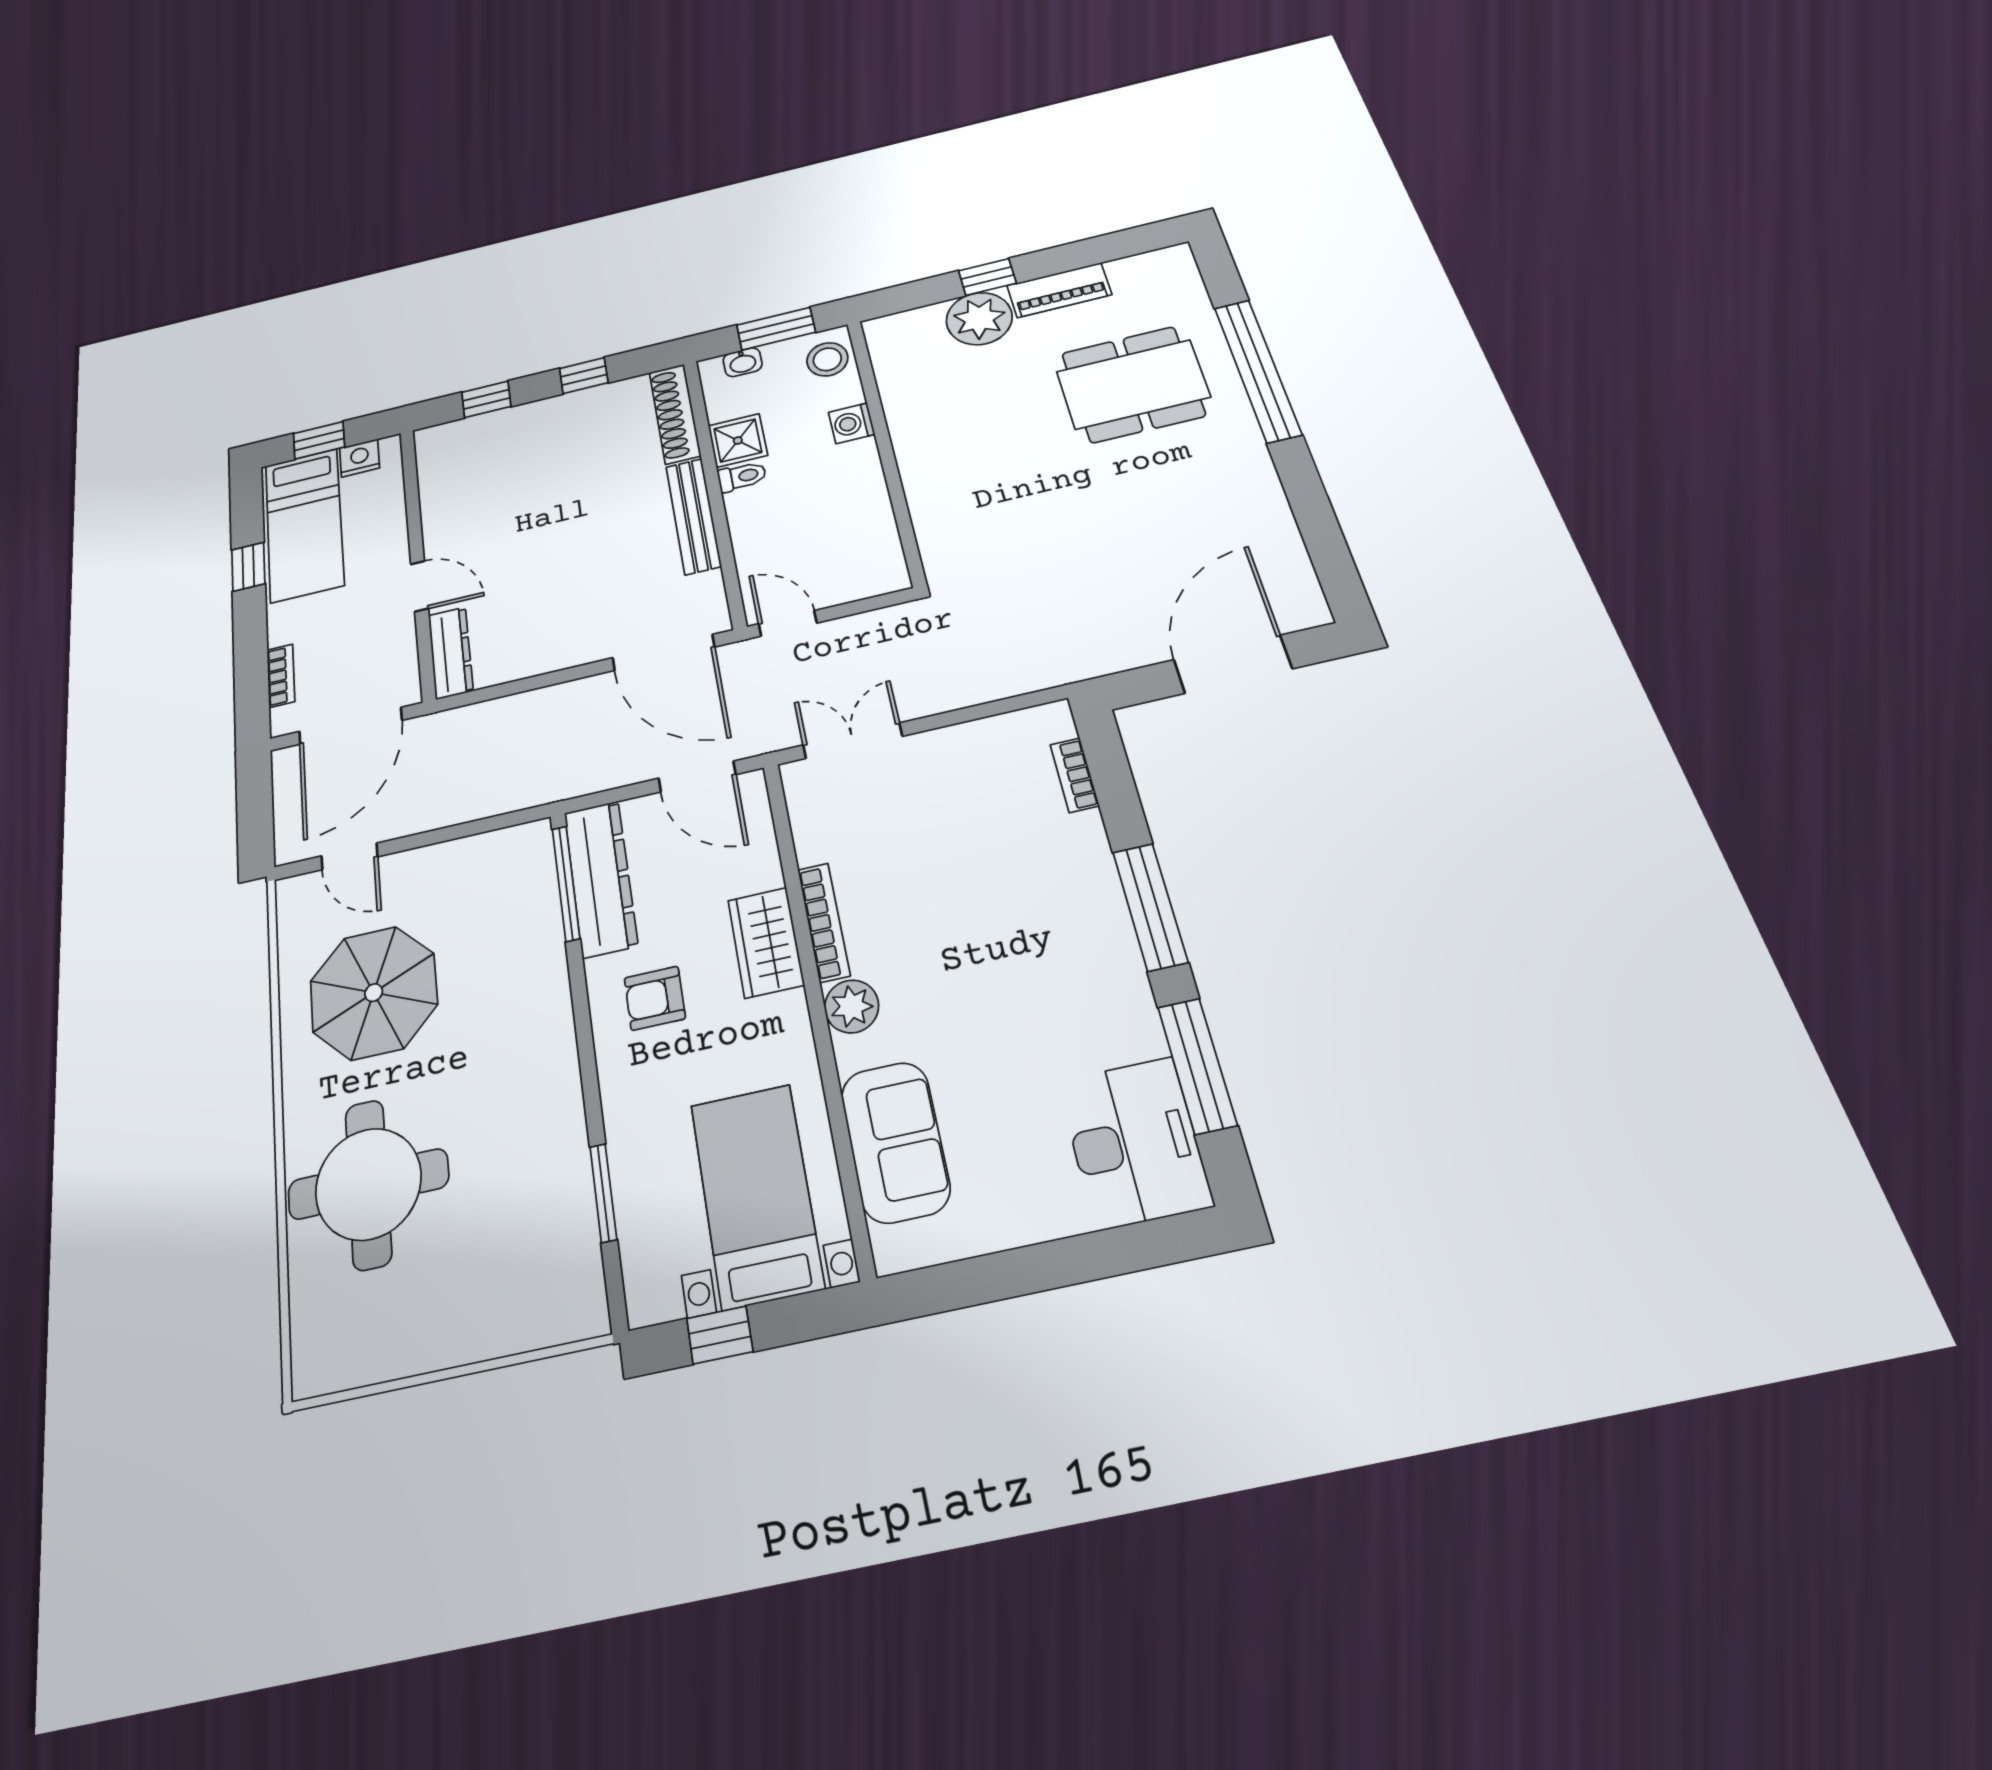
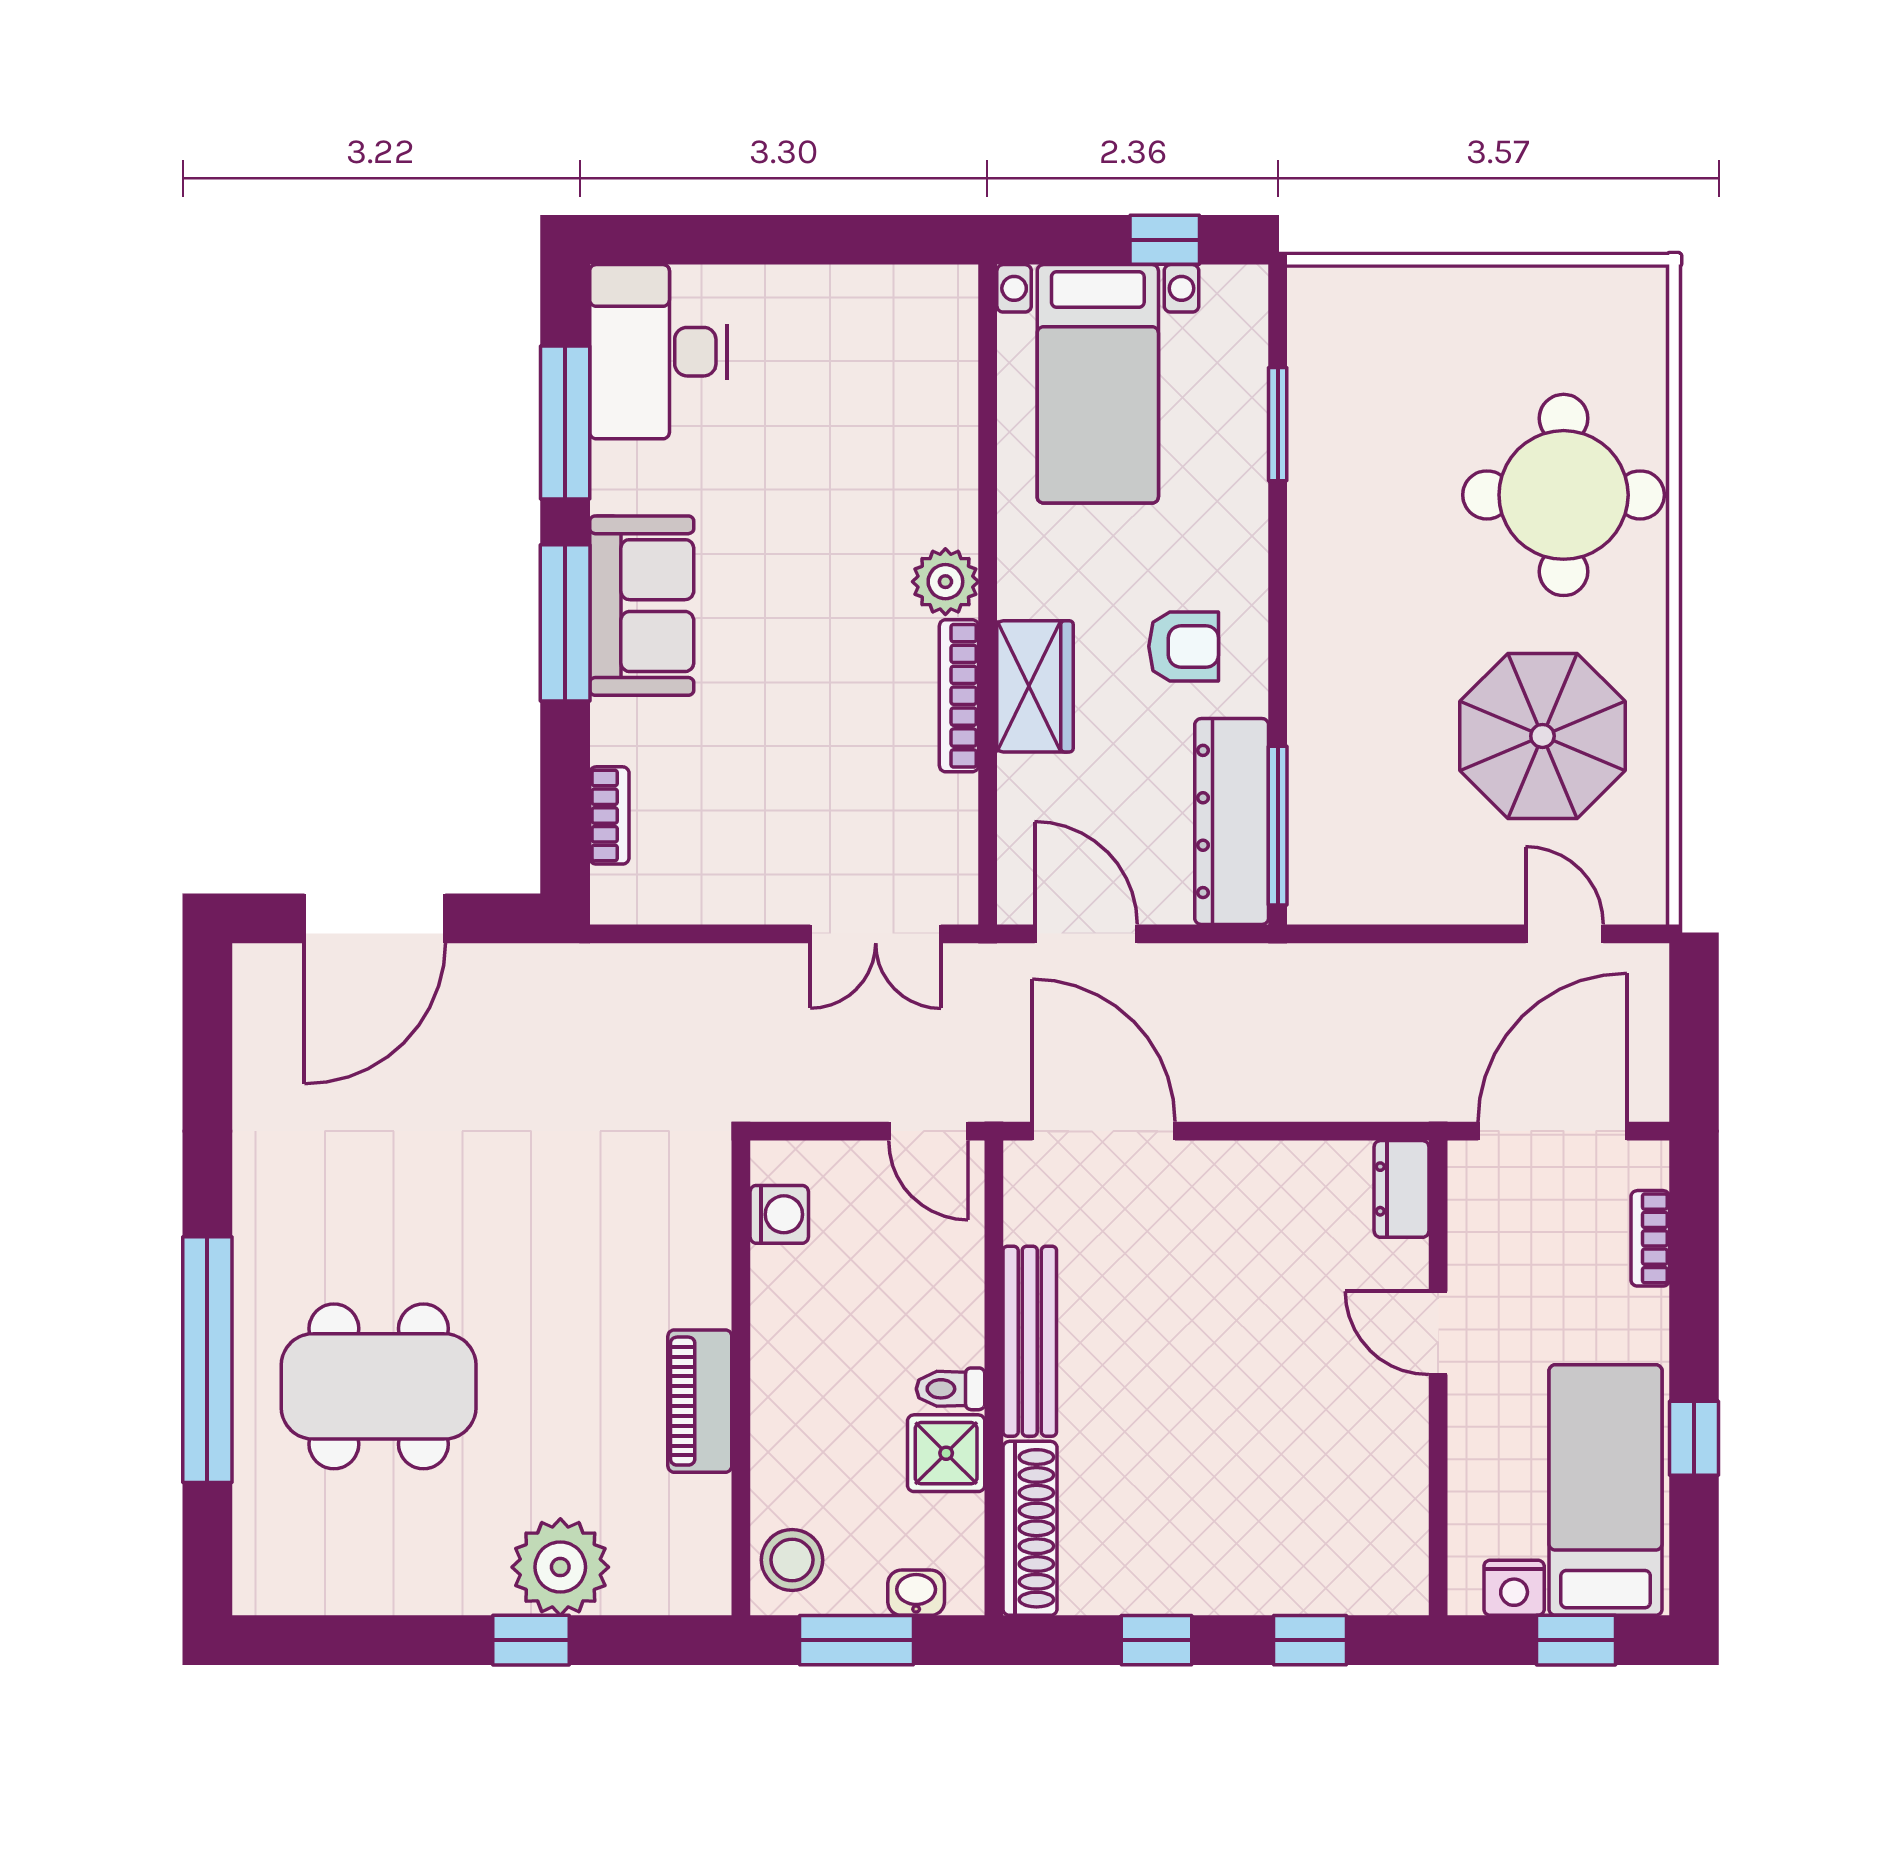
piano: (1059, 290) -> (700, 1401), moved, turned -90
washing machine: (852, 423) -> (779, 1214), moved
dresser: (451, 653) -> (1401, 1189), width x0.70
sofa: (895, 1142) -> (642, 606), moved, turned 180

